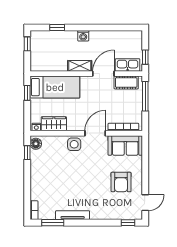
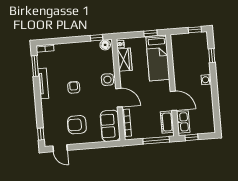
shelving: (80, 66) -> (179, 79), removed
armchair: (80, 182) -> (74, 87), added

